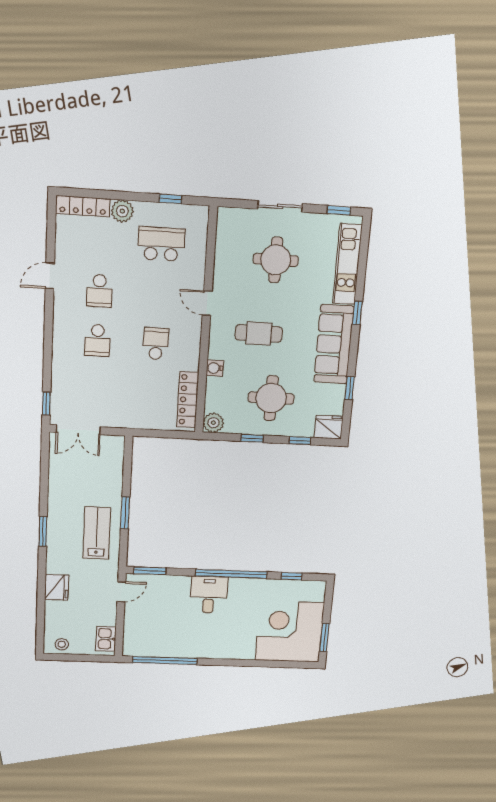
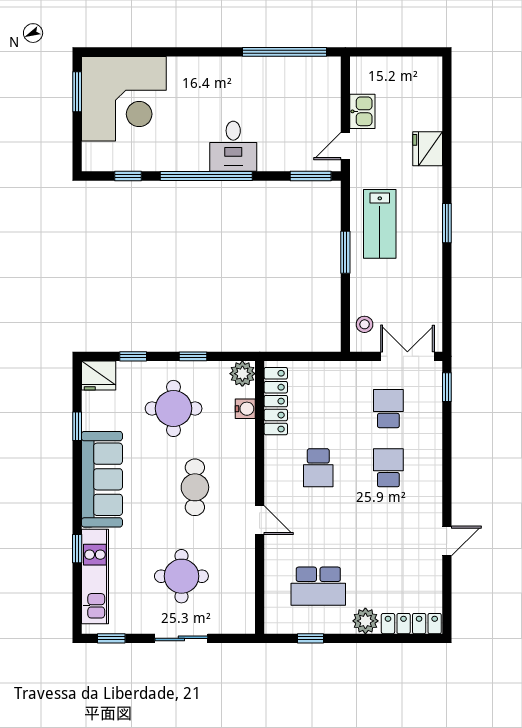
school desk: (99, 291) -> (388, 409), moved
window: (357, 313) -> (77, 549), moved
cafe table: (259, 333) -> (195, 487), turned 90
water cooler: (215, 368) -> (245, 409), moved
kitchen sink: (106, 639) -> (362, 111), moved
stool: (62, 644) -> (365, 324), moved

